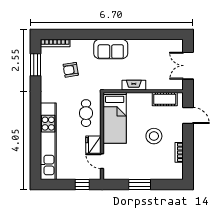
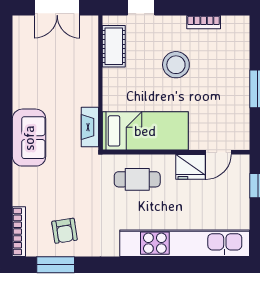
armchair: (71, 70) -> (64, 231), moved
fireplace: (134, 85) -> (90, 127), moved

